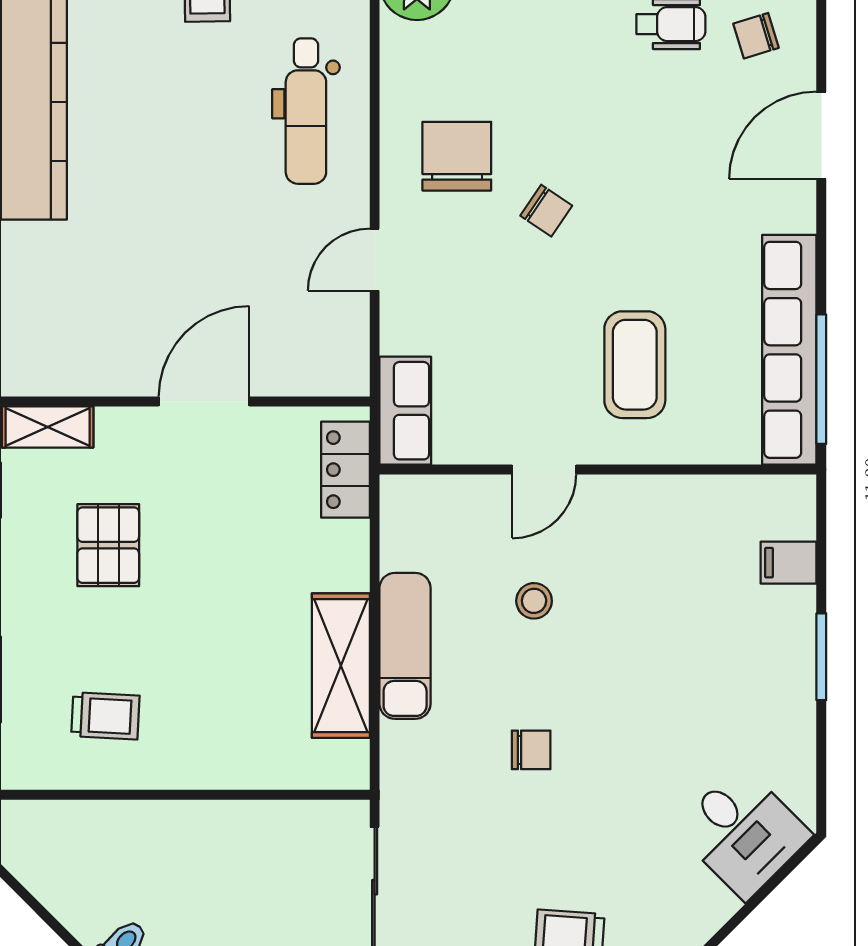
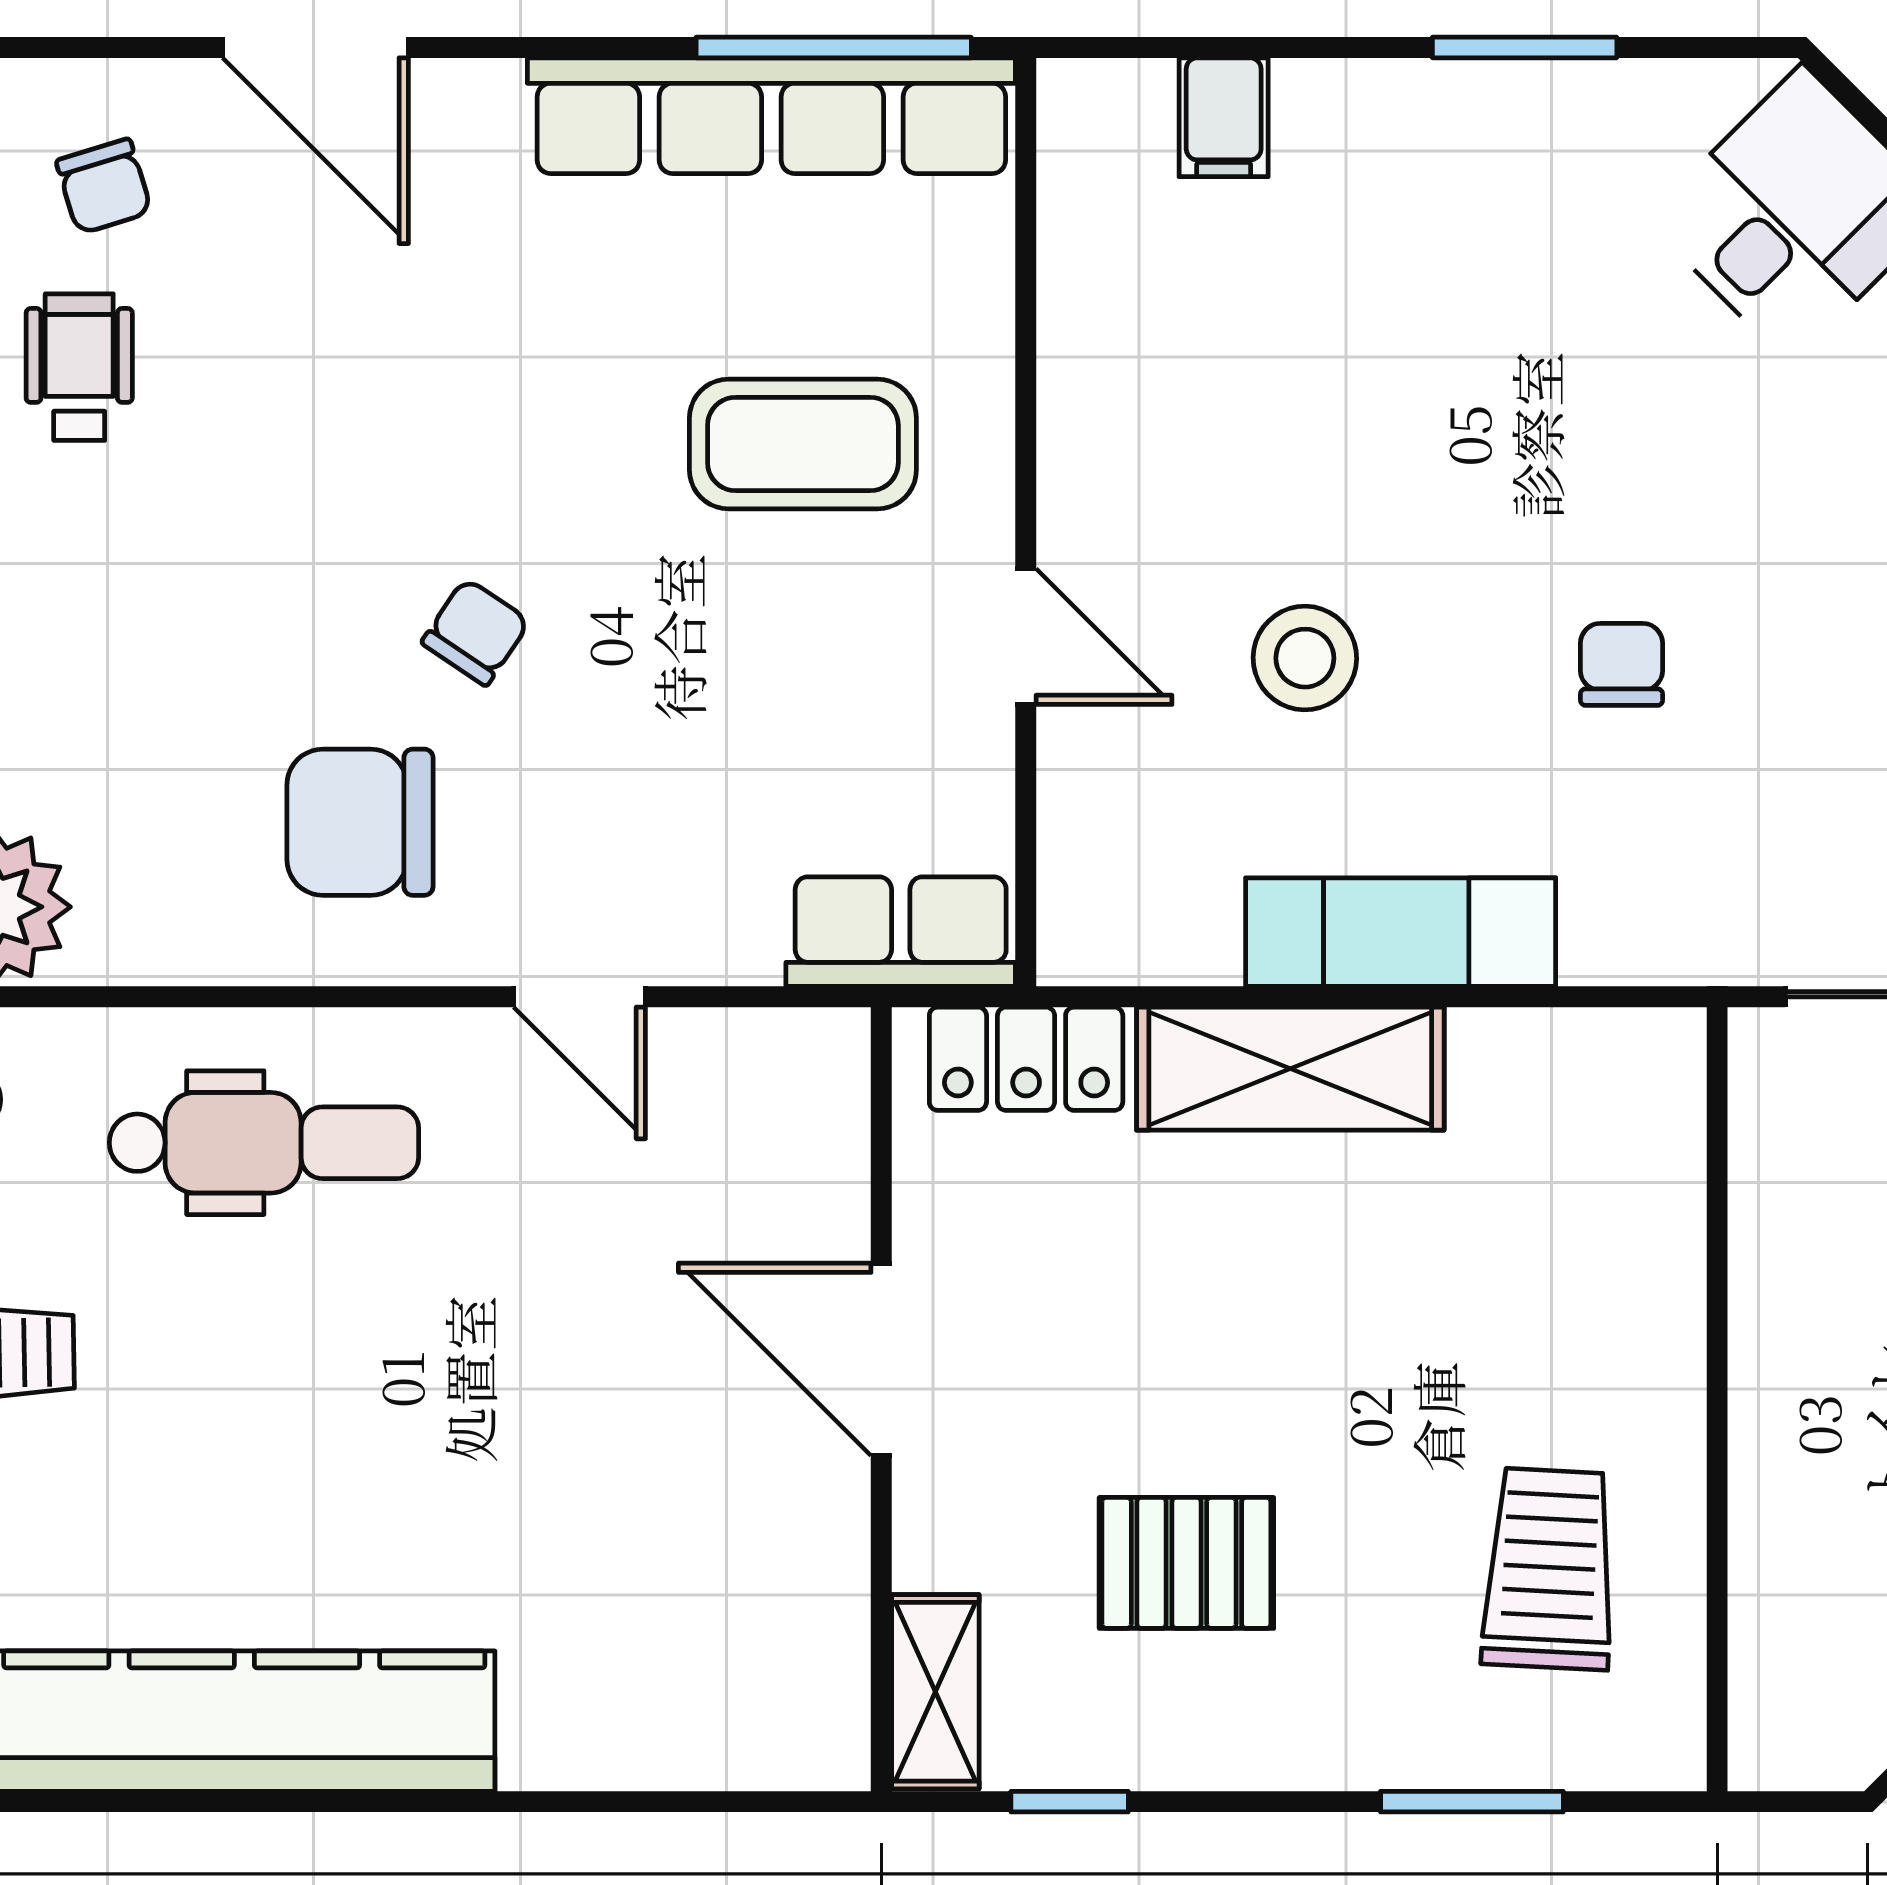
stool: (534, 601) -> (1305, 658), width x1.37, depth x1.37
window: (821, 657) -> (1525, 47), moved
shelving: (341, 666) -> (1290, 1069), moved
trolley: (105, 716) -> (1549, 1569), width x1.36, depth x1.39

